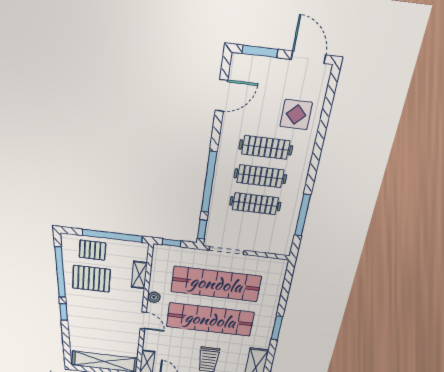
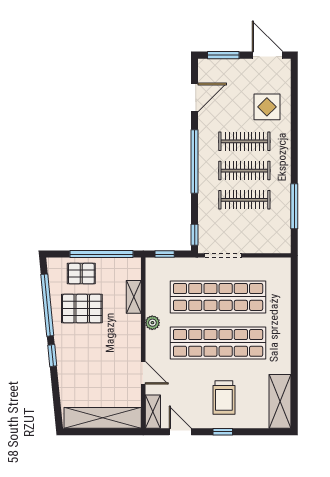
window: (209, 182) -> (195, 162), moved
door: (143, 320) -> (143, 373), moved
window: (277, 328) -> (294, 344), removed

